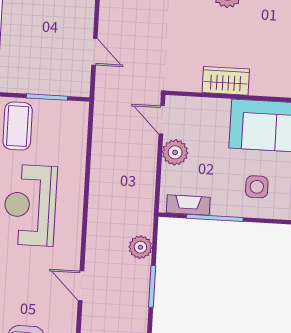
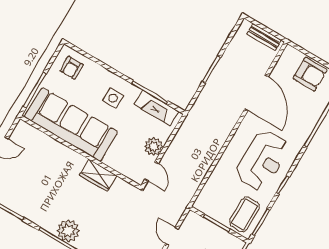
fireplace: (188, 205) -> (156, 108), width x1.37, depth x1.32
plant: (140, 247) -> (206, 98), removed
door: (81, 286) -> (256, 93), width x1.87

